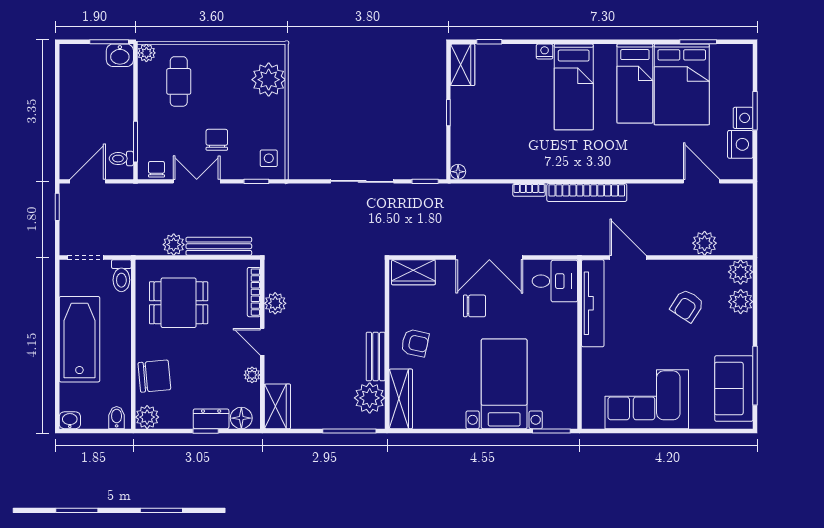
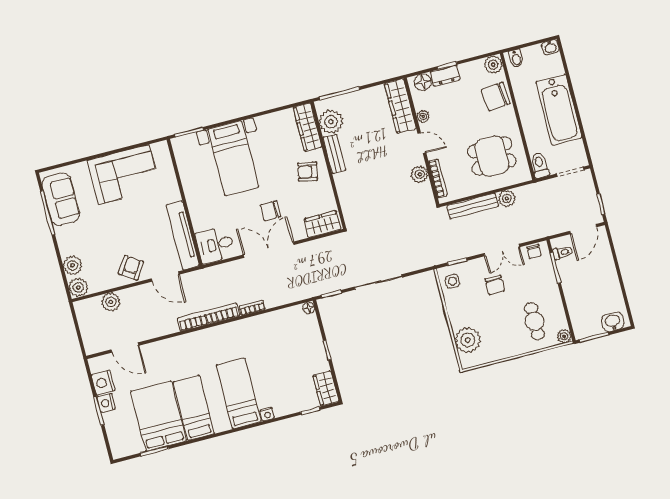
washbasin: (120, 55) -> (613, 322), moved
armchair: (687, 306) -> (131, 268), moved
wardrobe: (277, 406) -> (400, 106), width x1.50

